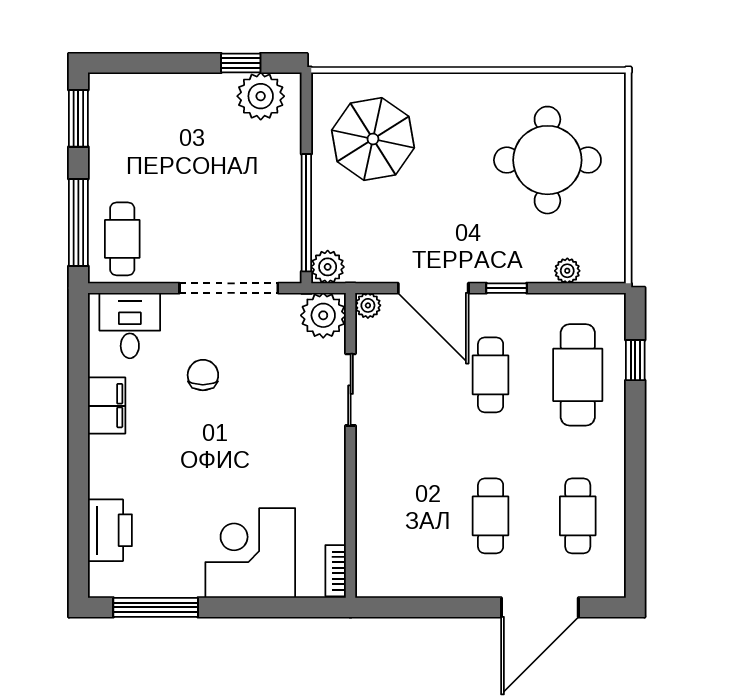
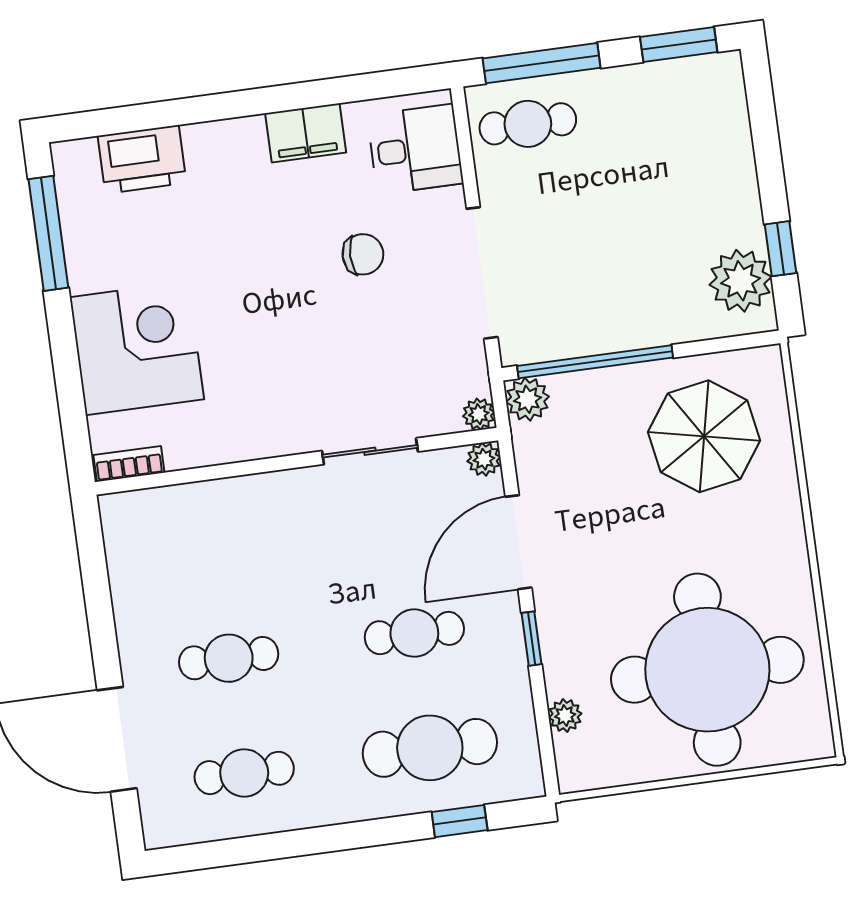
round table: (547, 160) -> (707, 670), width x1.36, depth x1.36
plant: (323, 315) -> (479, 414), width x0.53, depth x0.53

